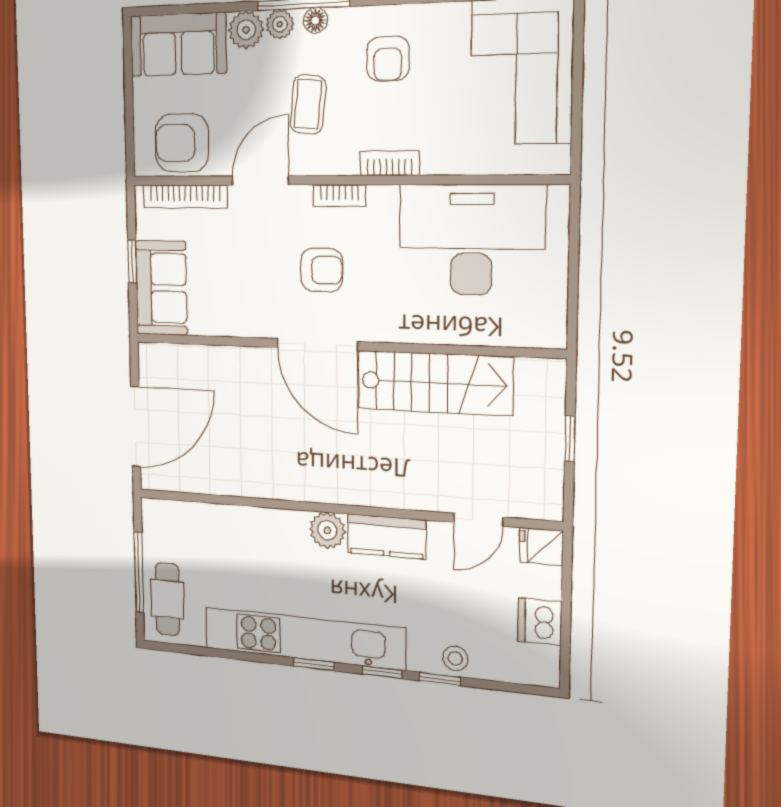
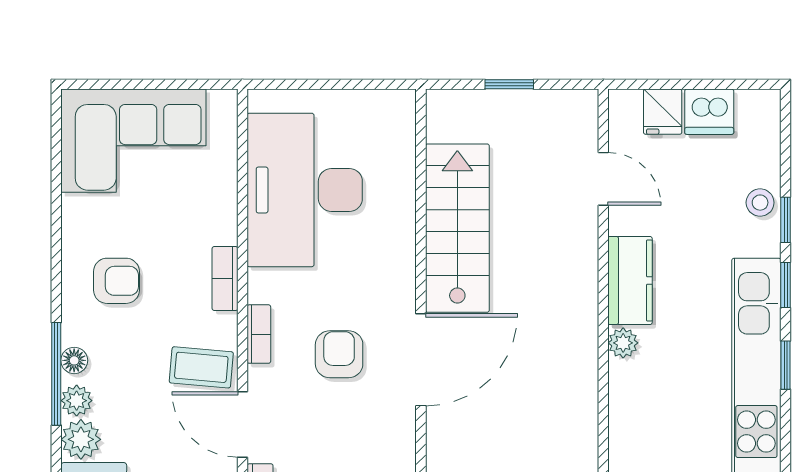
coffee table: (308, 104) -> (201, 367), moved
plant: (327, 530) -> (623, 343), width x0.73, depth x0.73
fridge: (541, 547) -> (663, 112), moved

